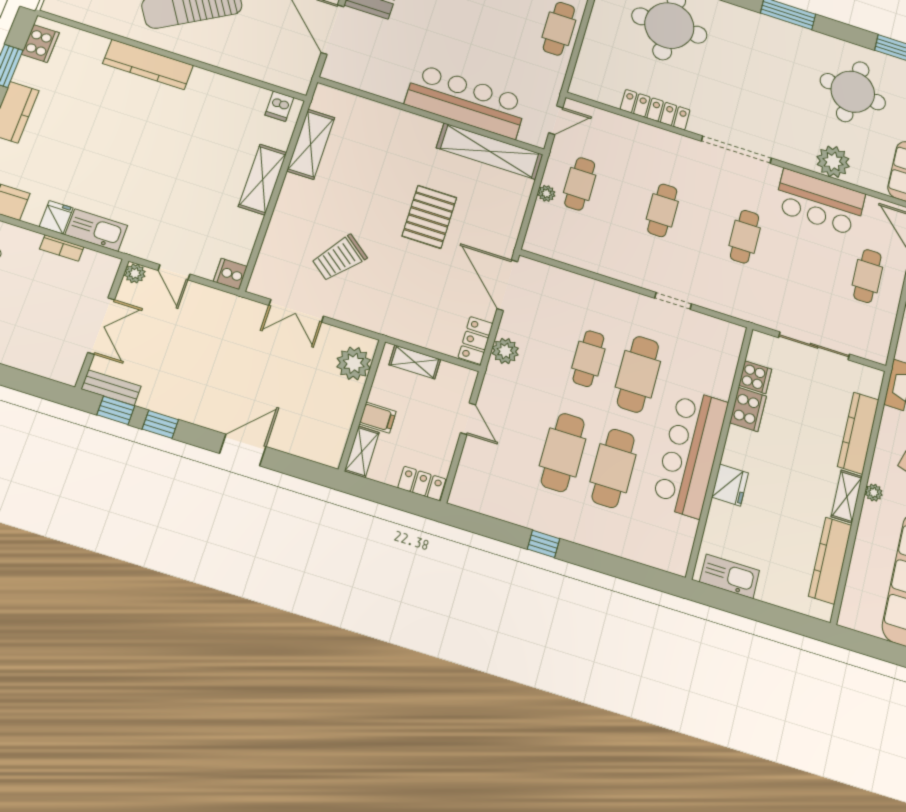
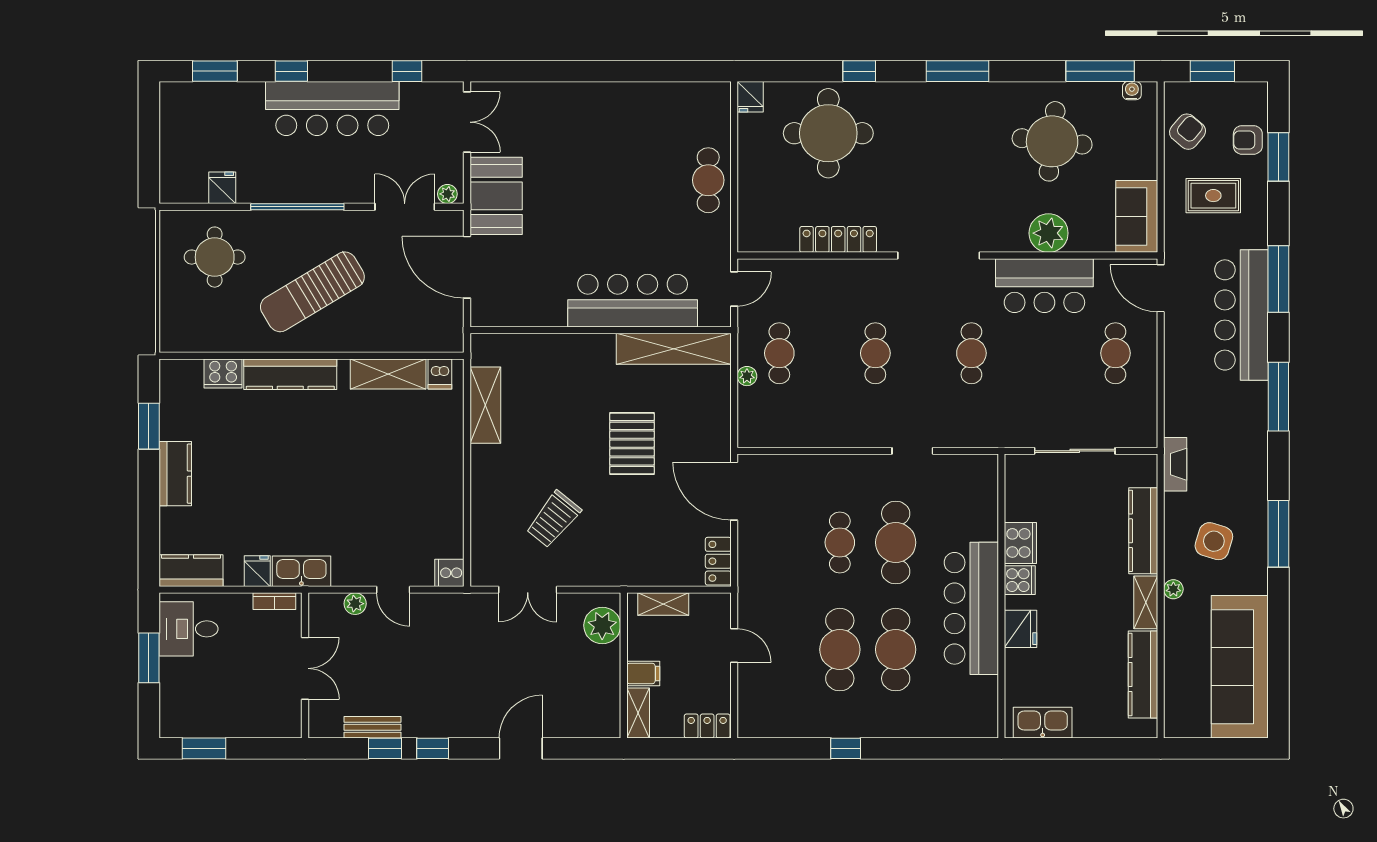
cooker: (40, 43) -> (223, 373), moved, turned 90
shelving: (263, 180) -> (388, 374), moved, turned 90
wall: (102, 323) -> (305, 665), moved
double door: (101, 326) -> (305, 668), moved
plant: (505, 351) -> (752, 562), removed
cooker: (755, 377) -> (1020, 580), moved

